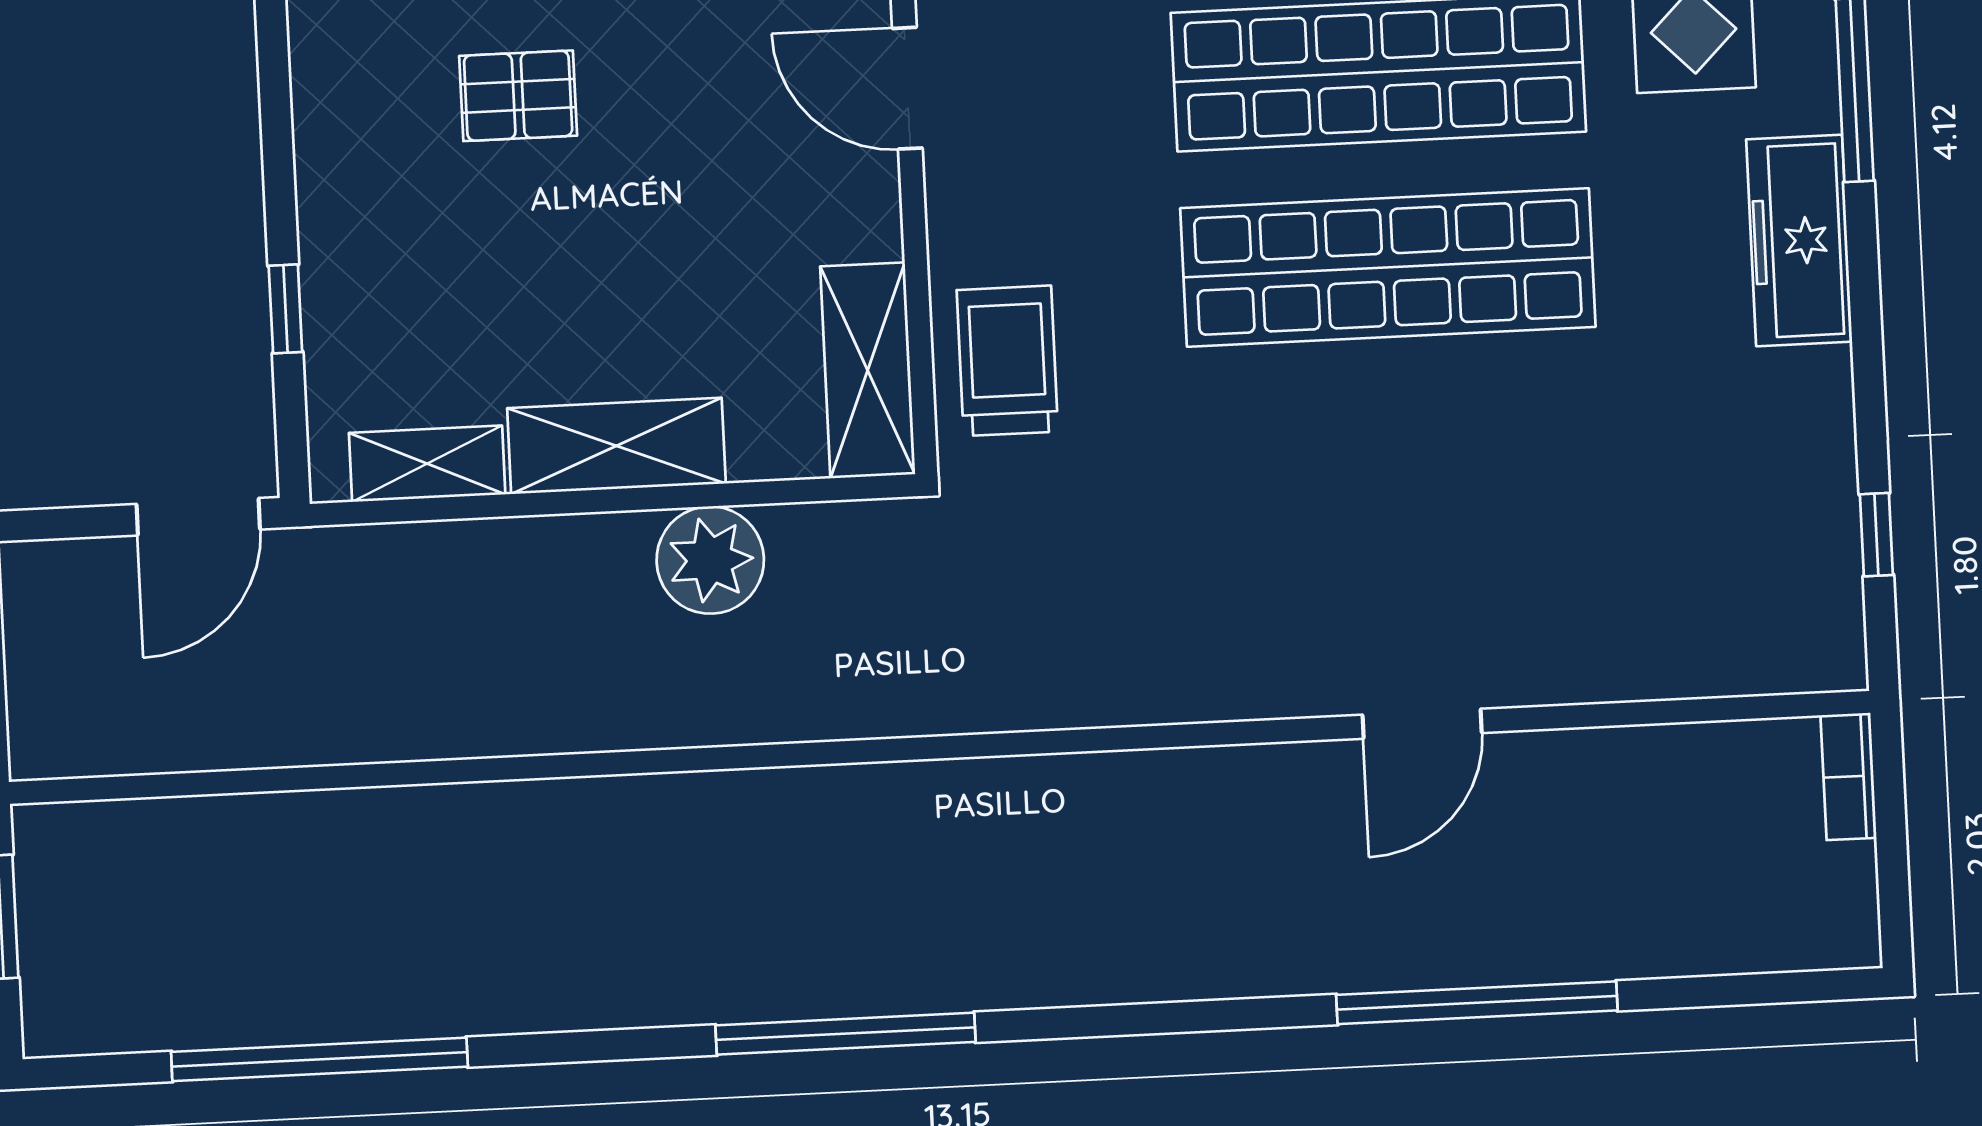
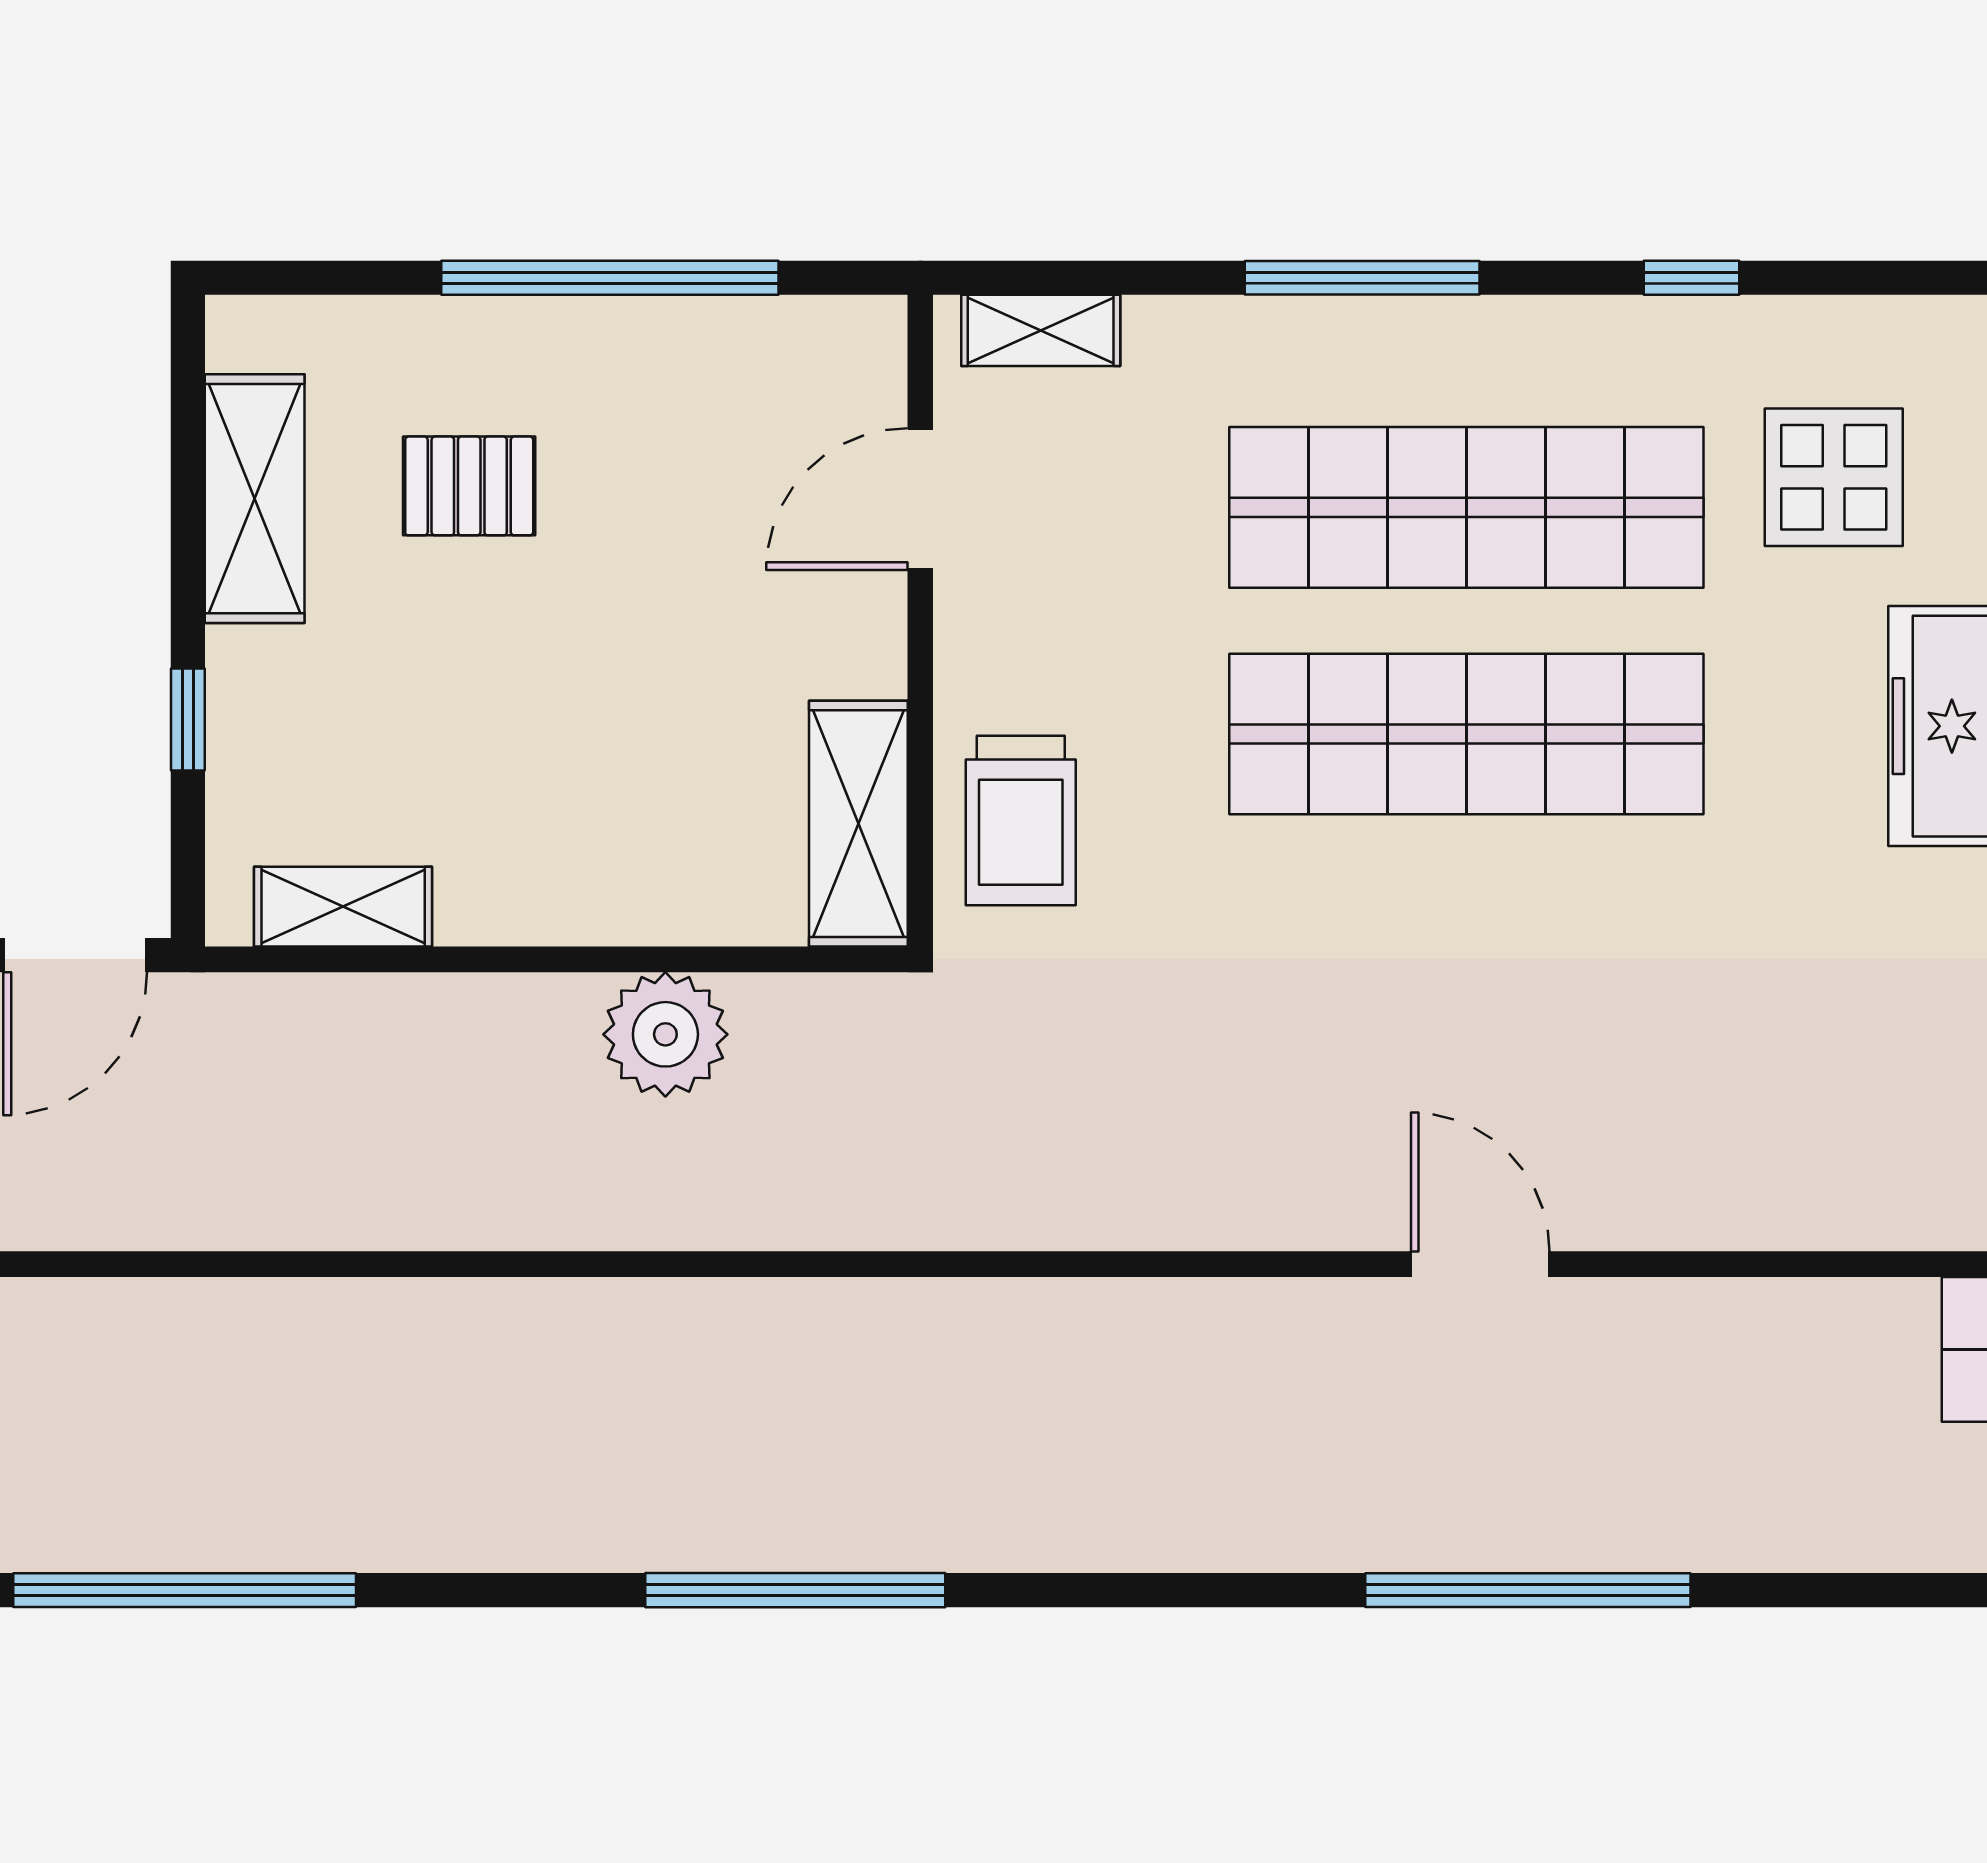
door: (907, 88) -> (920, 499), hinge flipped
trolley: (1007, 361) -> (1021, 820), turned 180
shelving: (616, 446) -> (255, 499), moved, turned 90
door: (1422, 724) -> (1480, 1264), swing flipped

